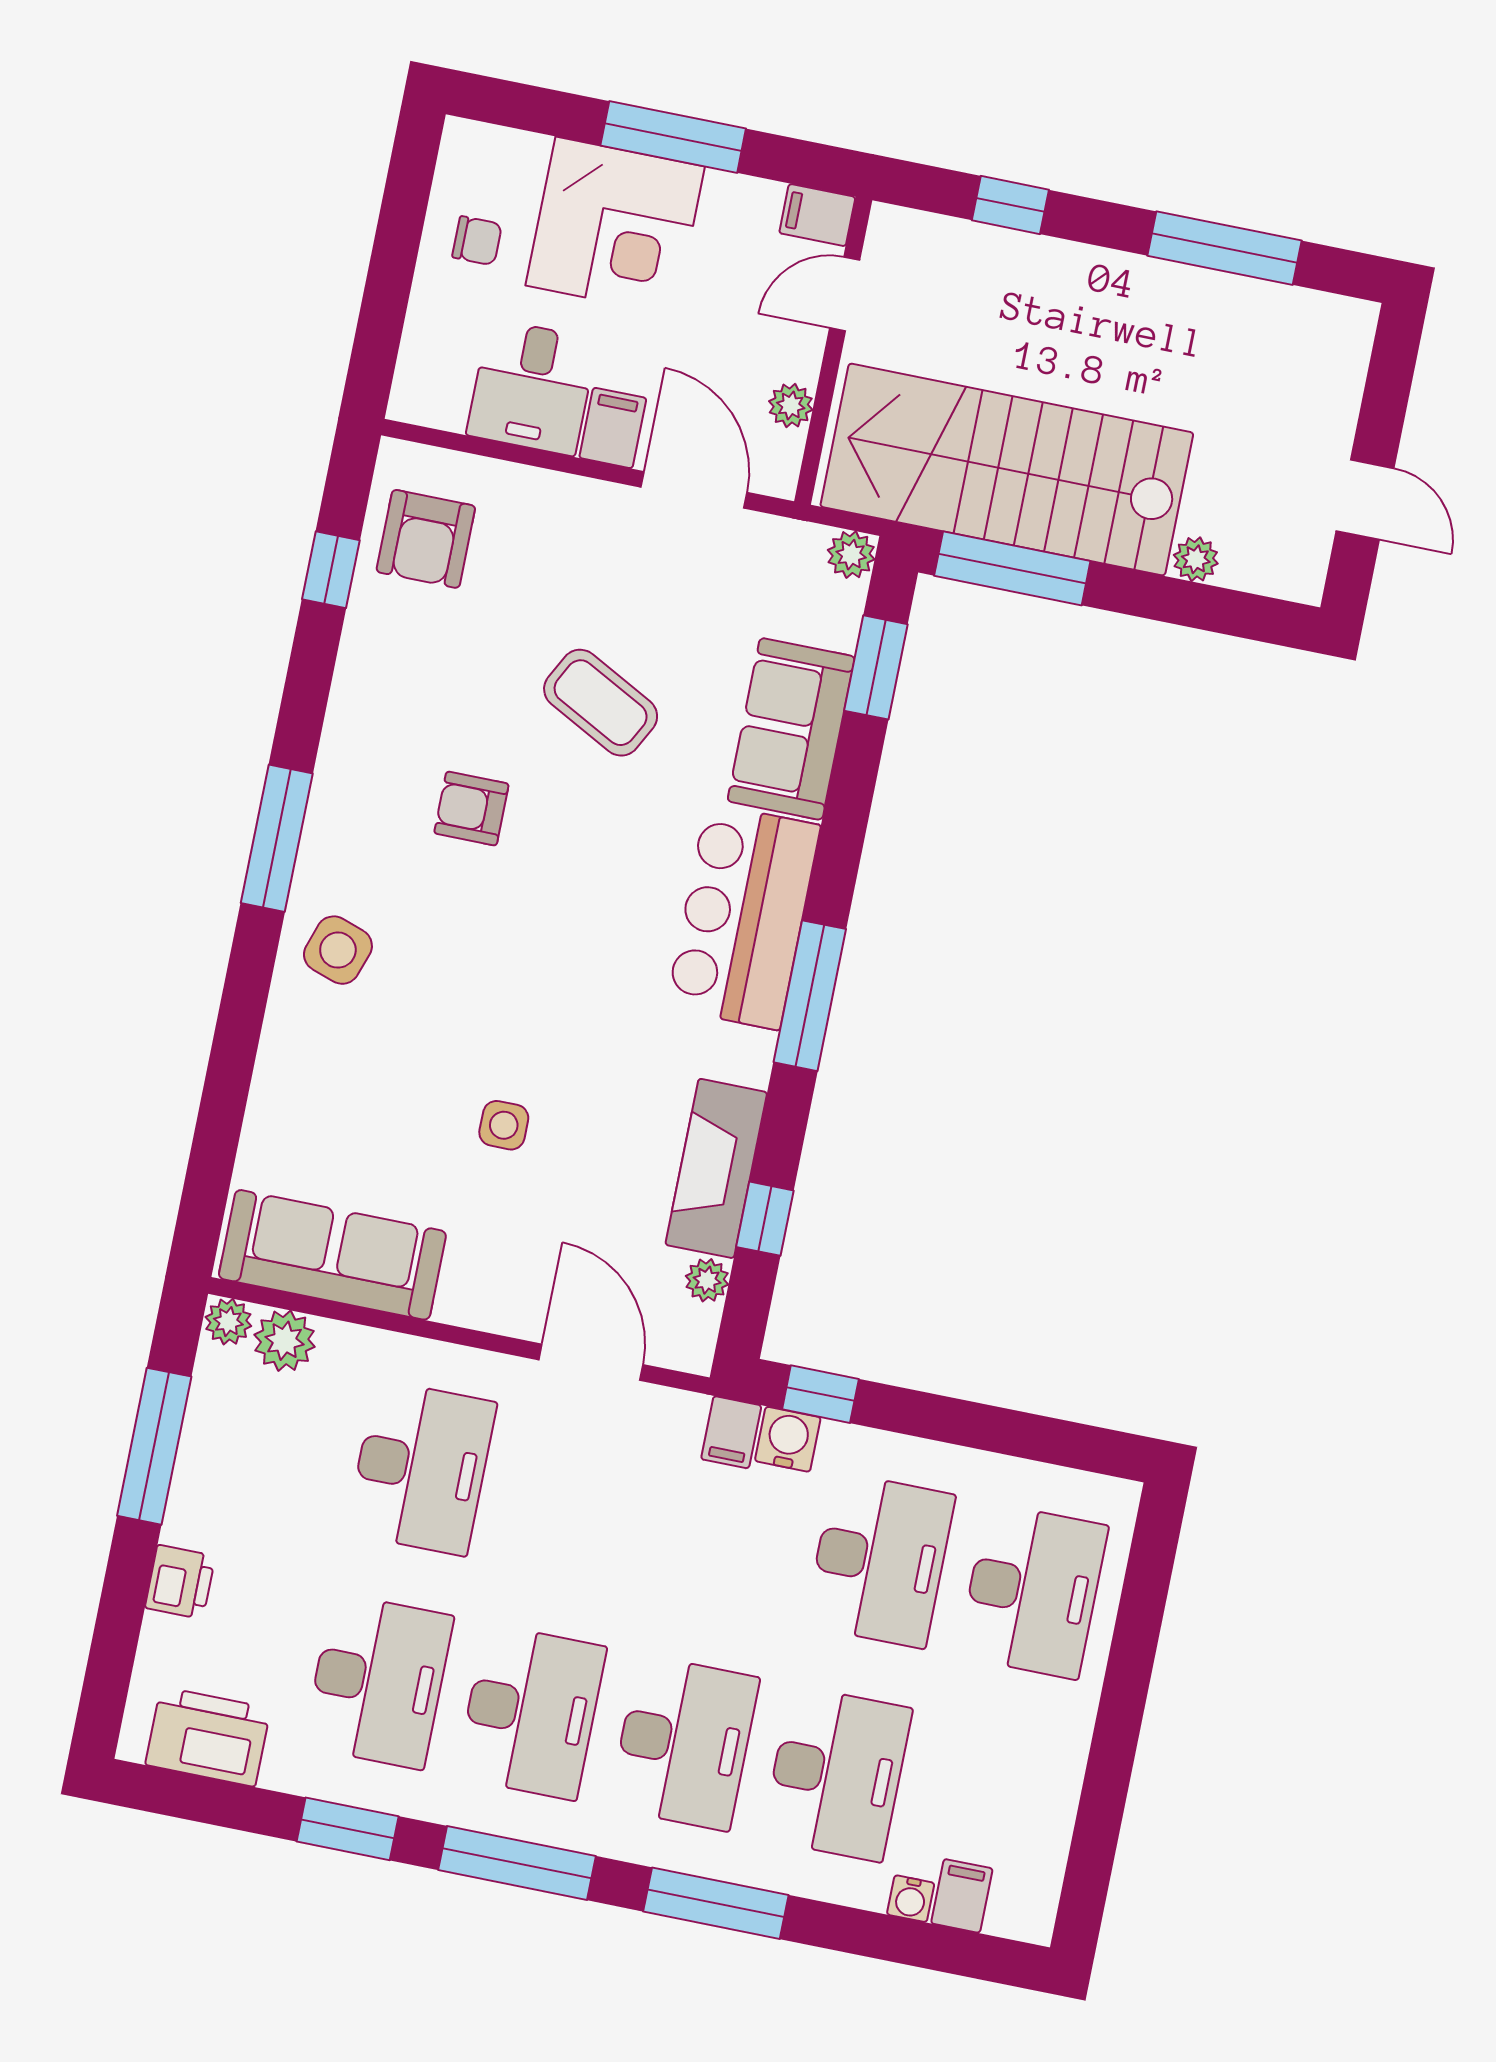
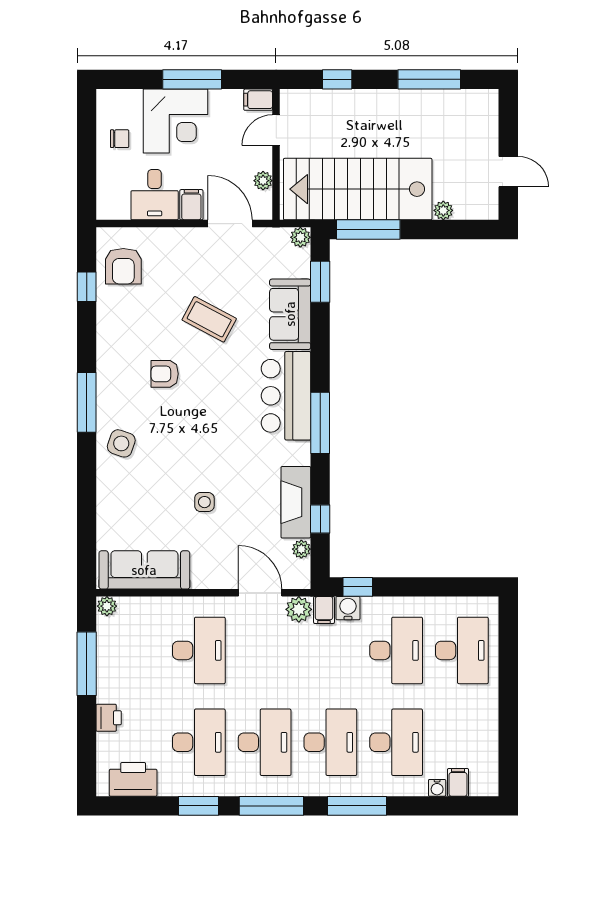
plant: (285, 1341) -> (299, 609), moved

